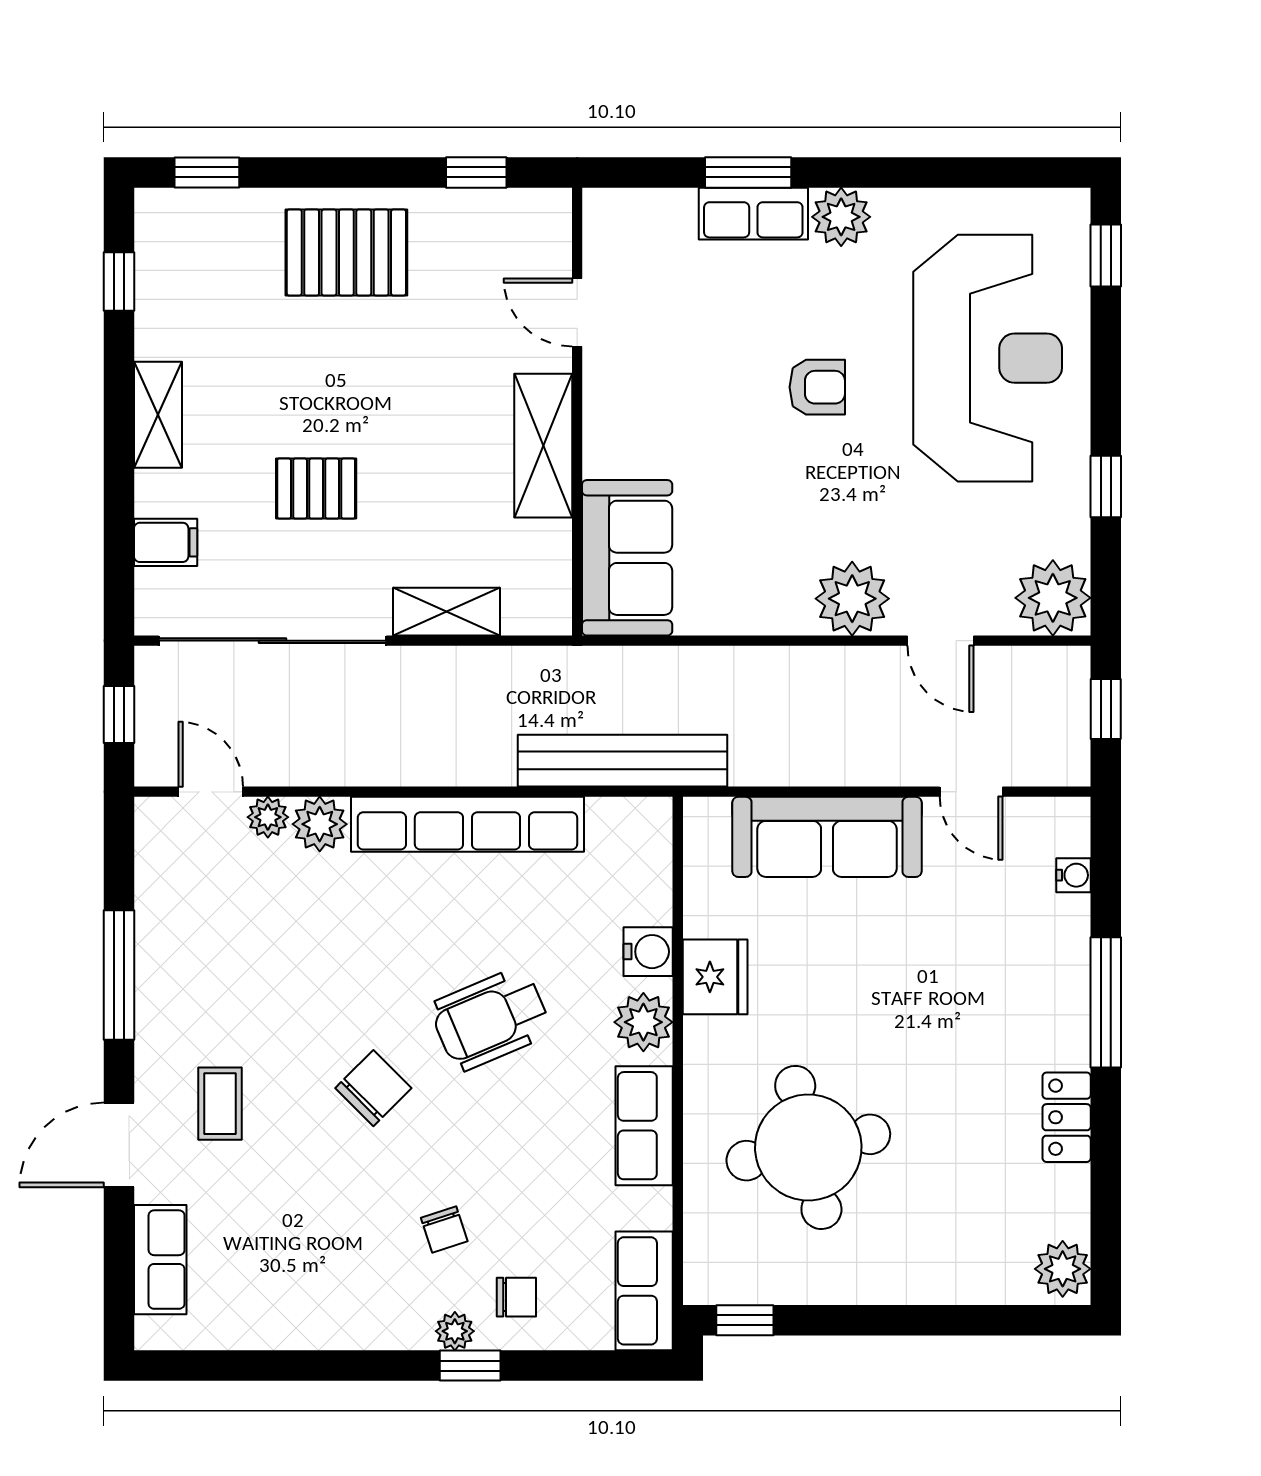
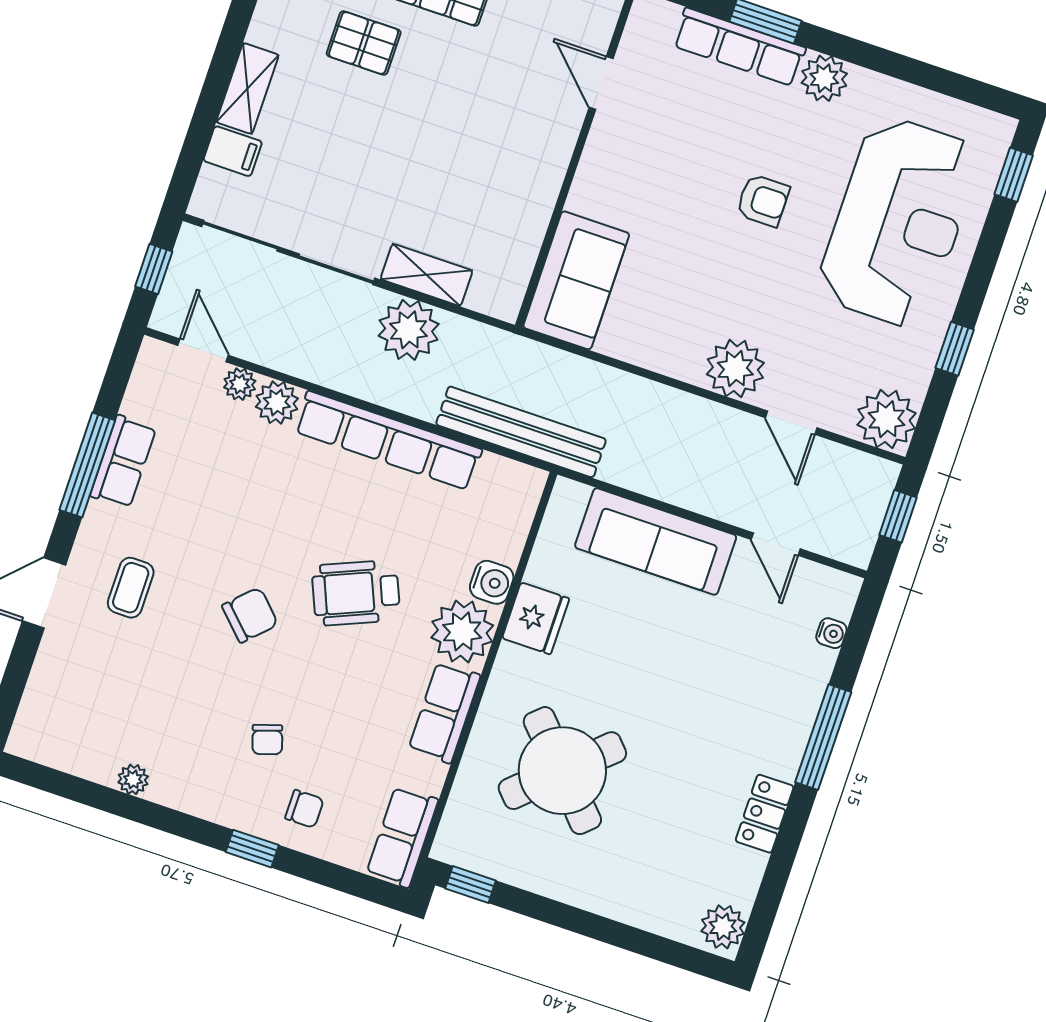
row of seats: (753, 214) -> (739, 47), width x1.48
shelving: (158, 415) -> (248, 88), moved
shelving: (543, 446) -> (542, 175), removed
pallet: (316, 489) -> (364, 43), moved
plant: (447, 684) -> (409, 330), added
plant: (643, 1022) -> (462, 631), width x1.36, depth x1.36
round table: (808, 1147) -> (562, 771), turned -31
row of seats: (160, 1260) -> (123, 462), moved
plant: (455, 1331) -> (133, 779), moved

